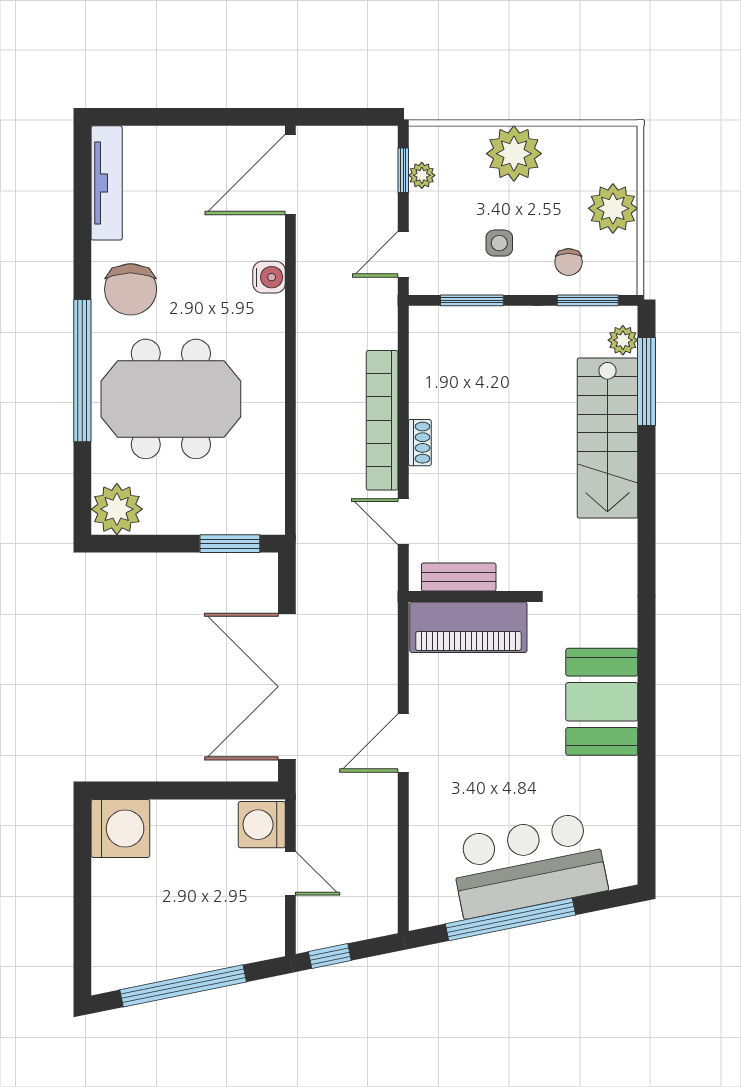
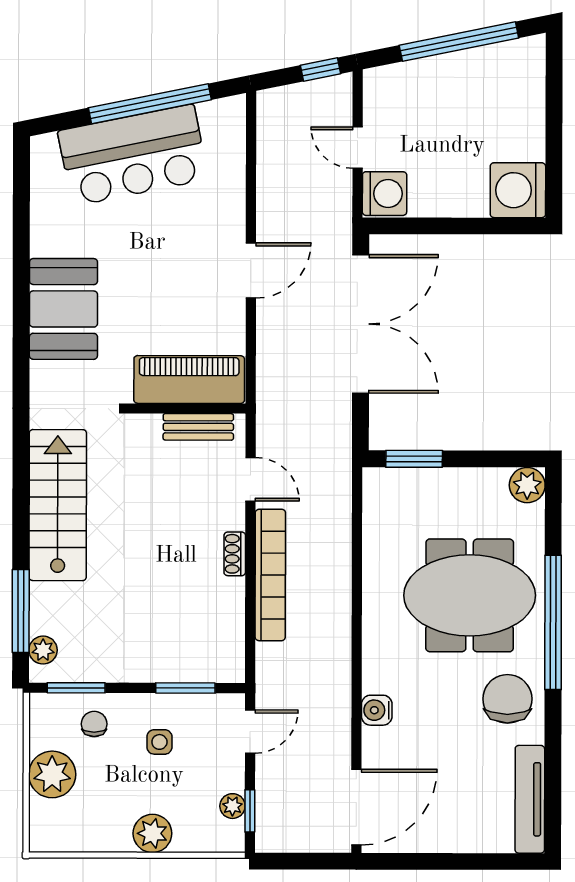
plant: (514, 154) -> (152, 833), width x0.73, depth x0.73
stairs: (607, 438) -> (58, 505), moved
plant: (117, 509) -> (527, 485), width x0.73, depth x0.73

